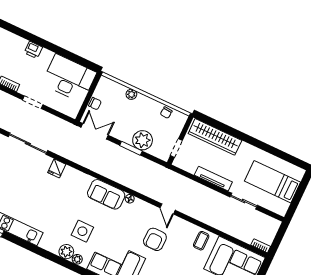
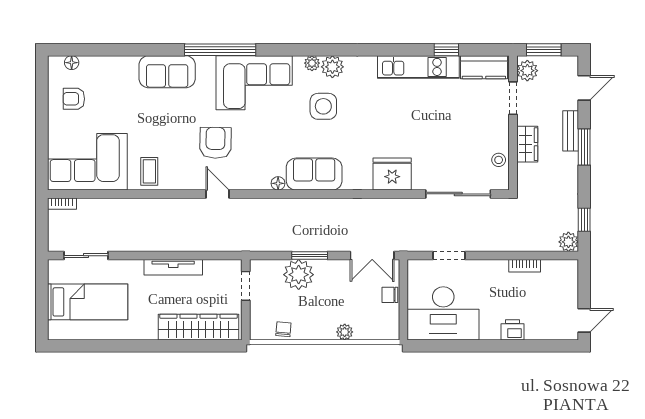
doorway: (33, 102) -> (449, 256), moved
fridge: (57, 168) -> (392, 174), width x1.88, depth x1.34
sliding door: (244, 201) -> (86, 256), moved

